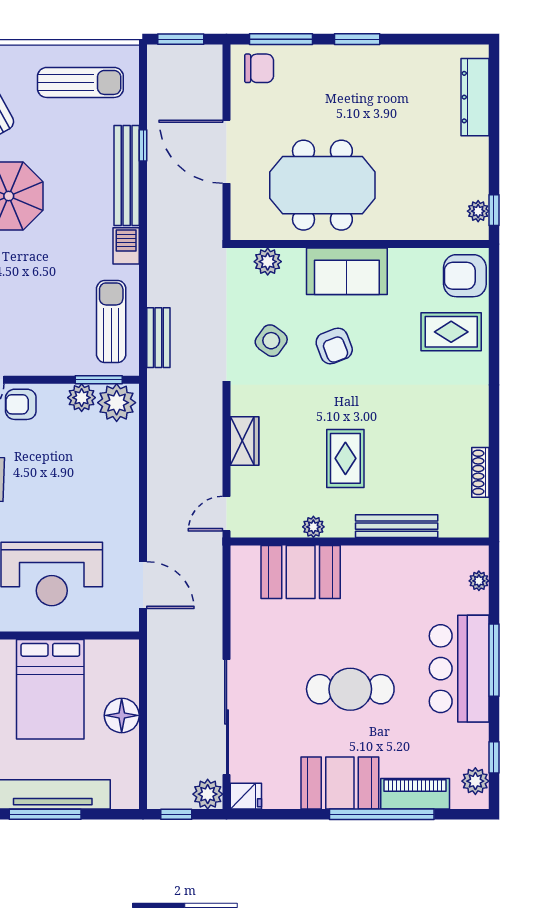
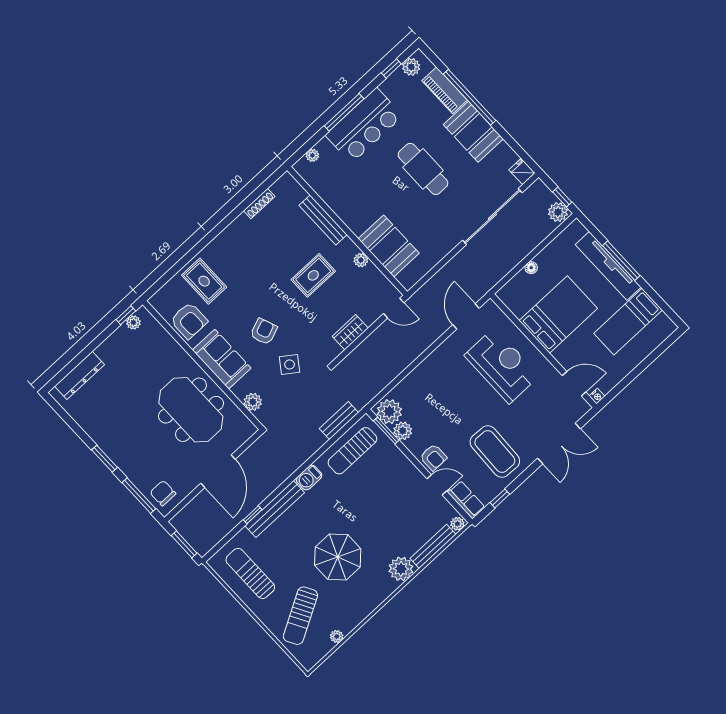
armchair: (465, 276) -> (189, 321), moved
floor lamp: (122, 715) -> (531, 268), width x0.53, depth x0.53
plant: (208, 794) -> (558, 212), moved

